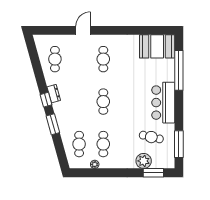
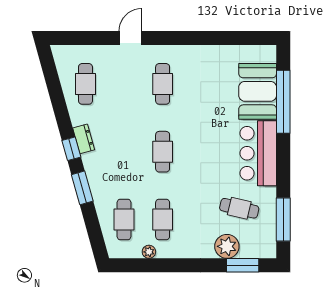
booth: (157, 46) -> (258, 91), moved, turned 90

